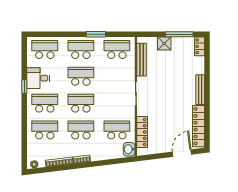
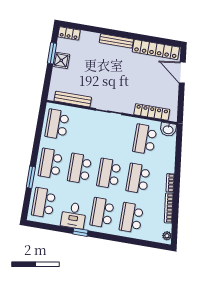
window: (96, 34) -> (31, 177), moved
window: (179, 34) -> (52, 53), width x0.69
shower: (164, 43) -> (61, 60), moved

